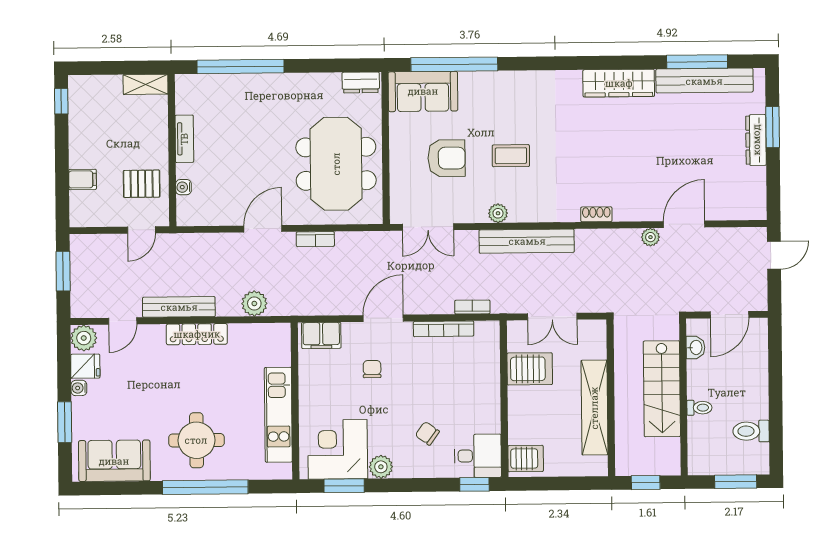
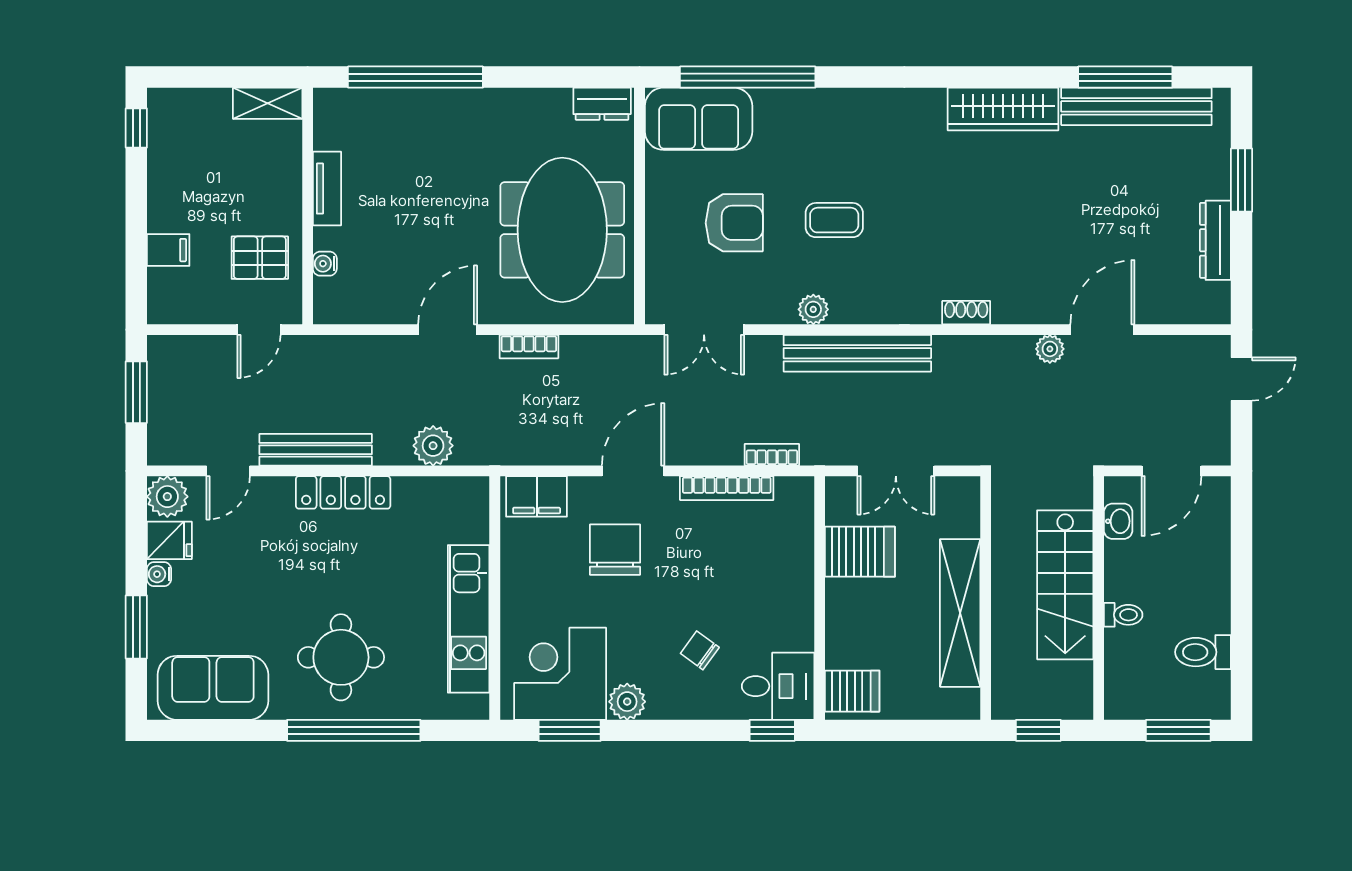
dresser: (756, 140) -> (1215, 240), moved
chair: (372, 369) -> (615, 550), width x1.87, depth x1.87

